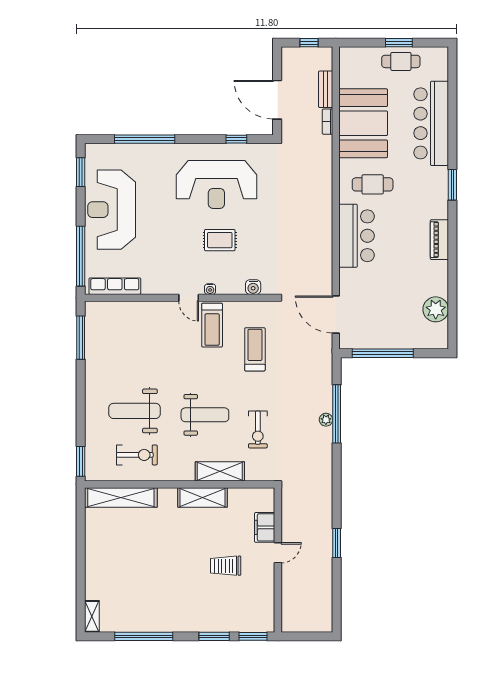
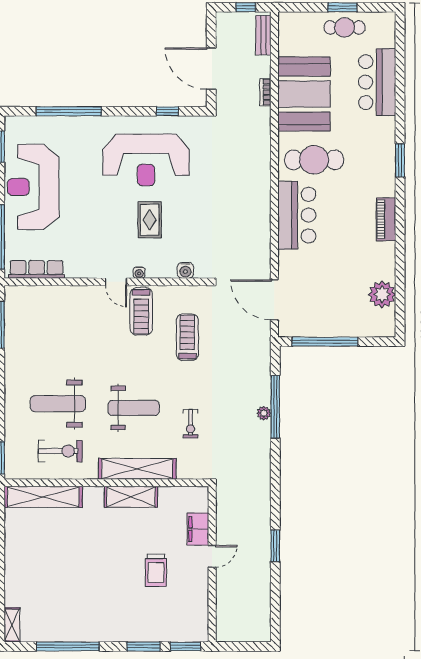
bench: (326, 89) -> (263, 35), moved
bar counter: (431, 123) -> (377, 82), width x0.73
cafe table: (373, 184) -> (314, 160), width x1.37, depth x1.35
rug: (220, 240) -> (150, 220), turned 90
exercise bike: (258, 429) -> (191, 424), width x0.73, depth x0.72
shelving: (220, 471) -> (137, 469), width x1.47
trolley: (226, 566) -> (156, 570), turned -90

